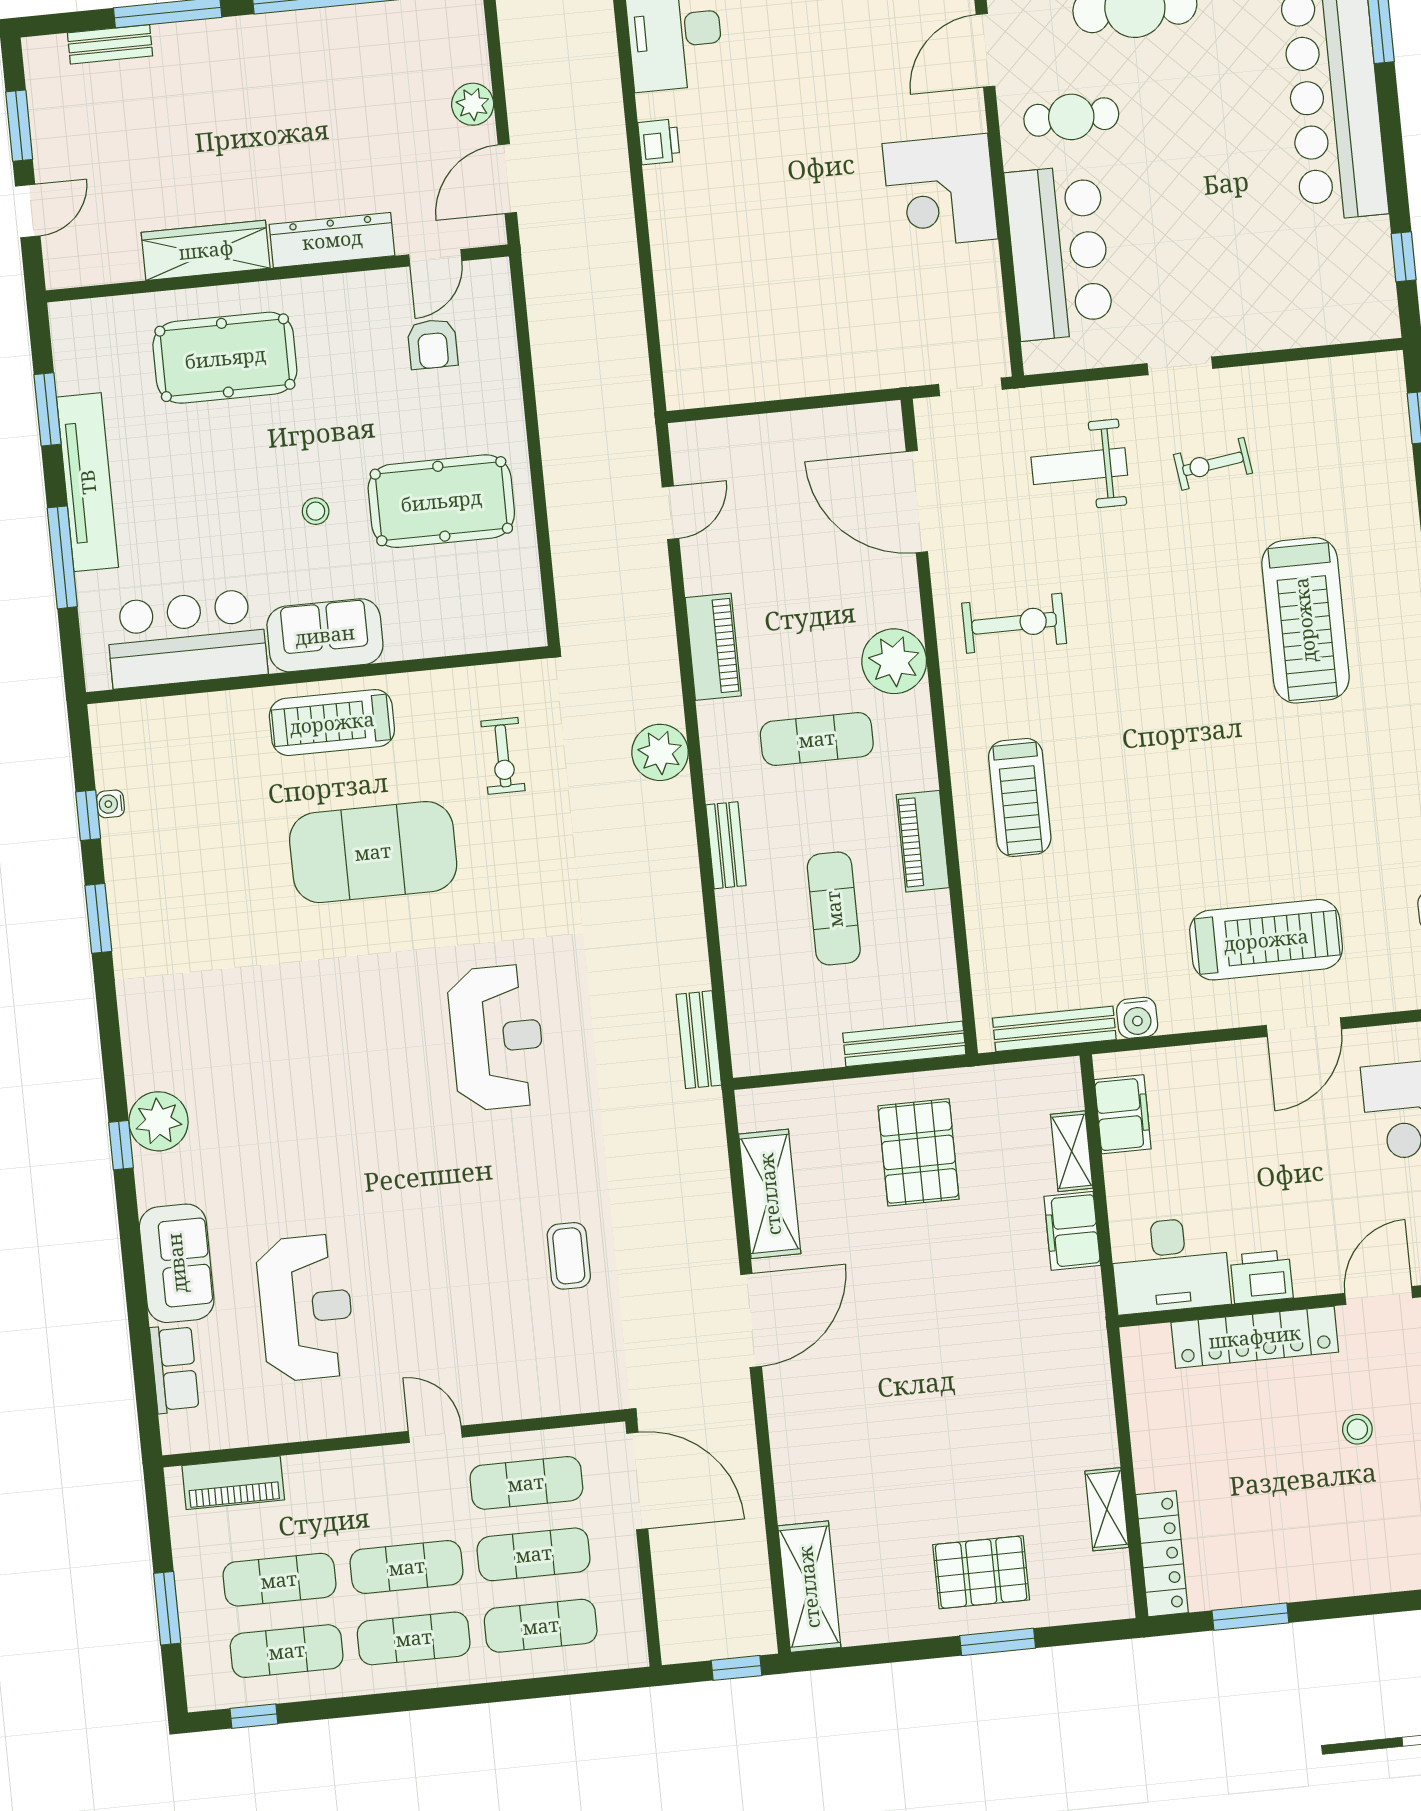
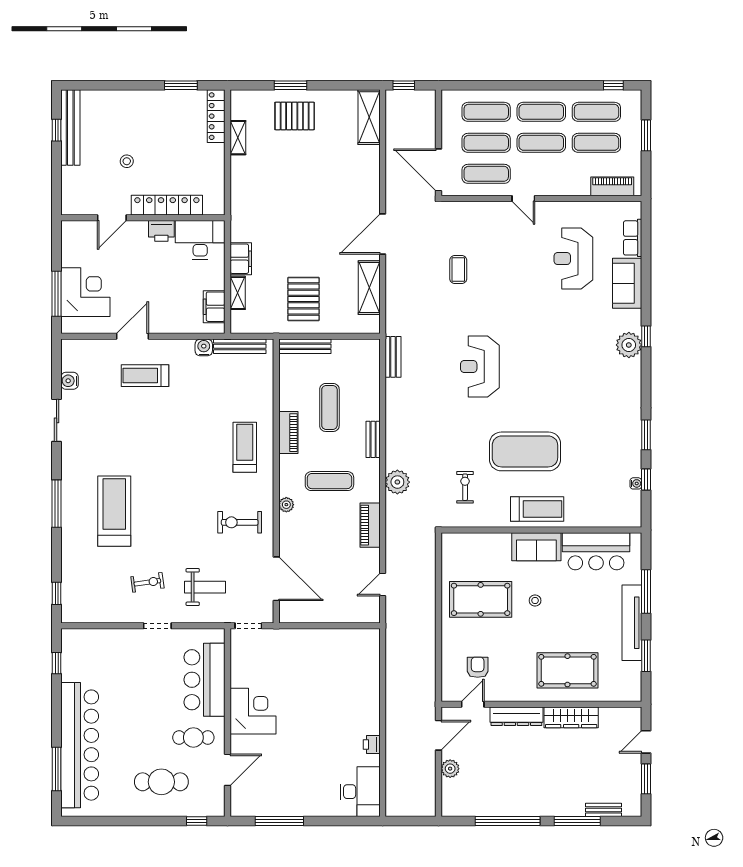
plant: (894, 661) -> (286, 505), width x0.53, depth x0.53
treadmill: (1266, 940) -> (145, 376), width x0.73, depth x0.73

